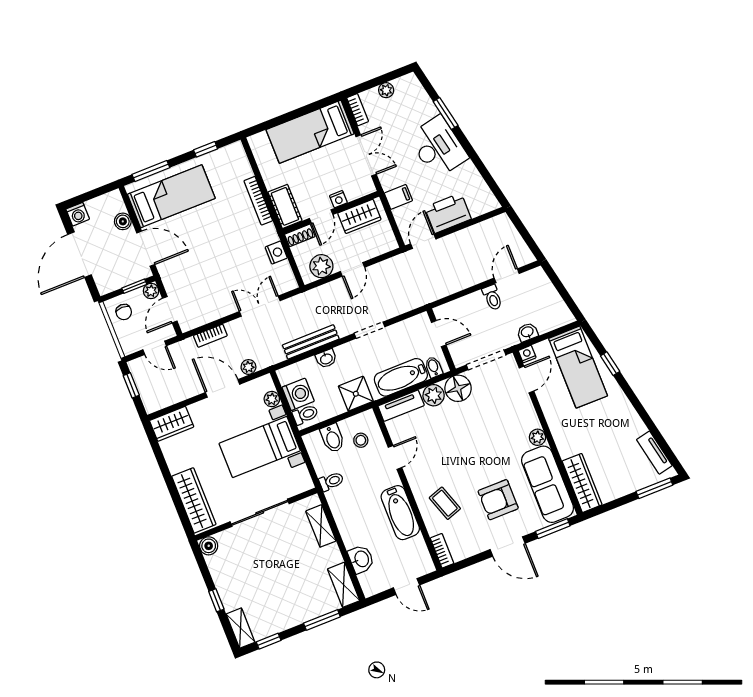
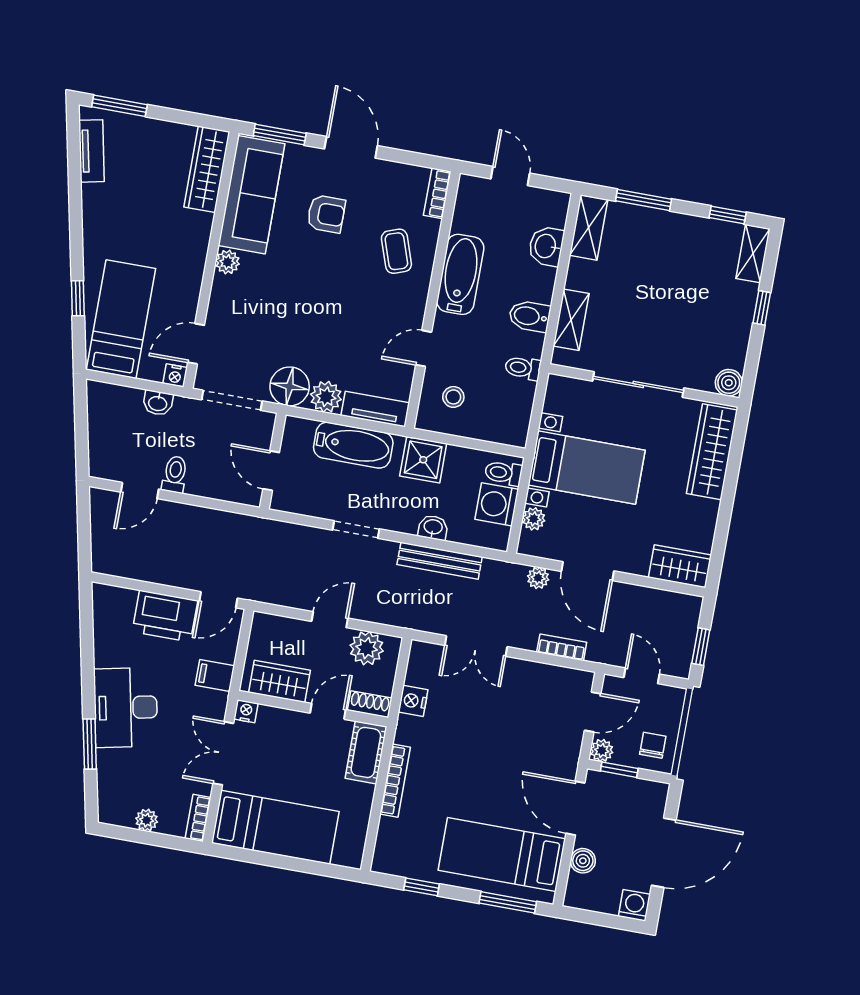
nightstand: (338, 199) -> (246, 711), moved
bidet: (434, 367) -> (304, 433), removed
bidet: (332, 438) -> (530, 316), moved, turned -90
armchair: (498, 500) -> (326, 214), width x0.72, depth x0.72

